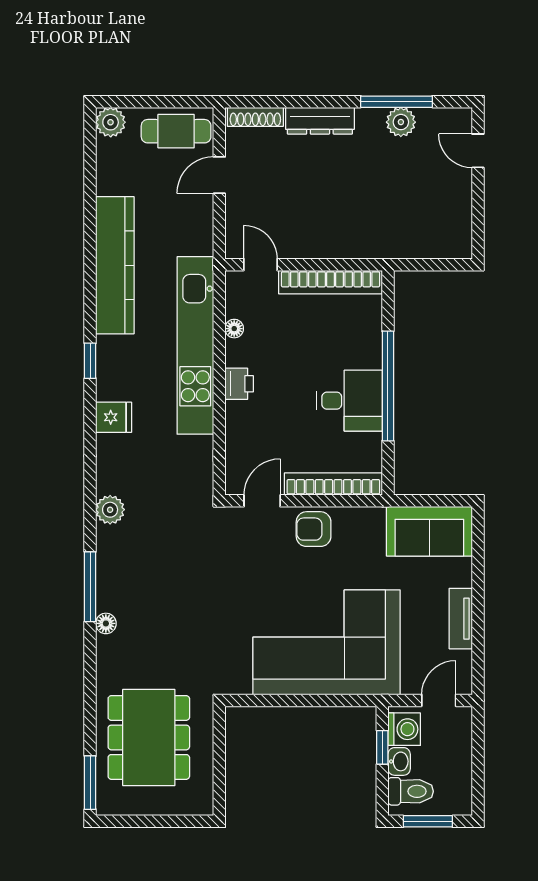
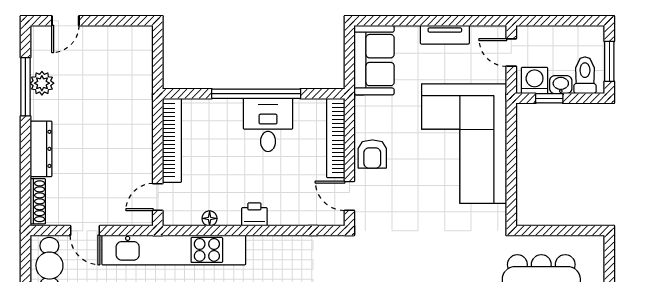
kitchen unit: (195, 345) -> (174, 250), moved

